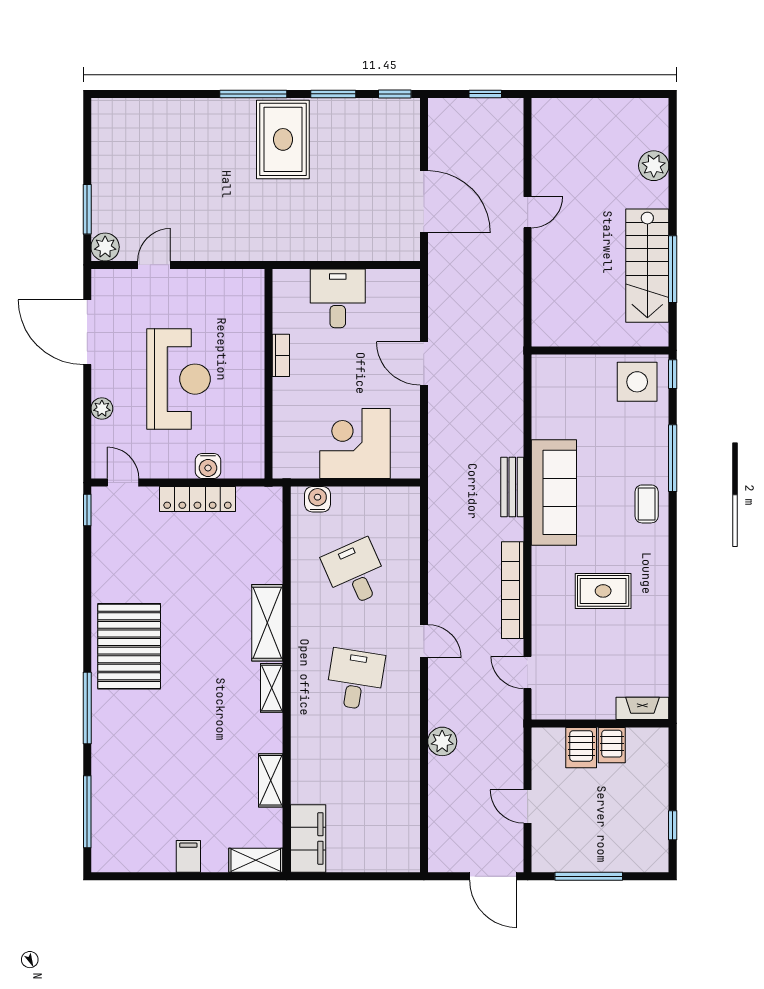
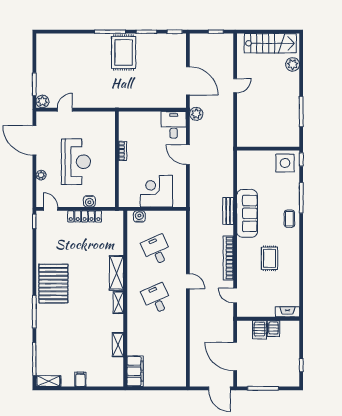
stairs: (647, 266) -> (270, 43), moved, turned -90
desk: (338, 298) -> (174, 125), moved
rug: (603, 591) -> (270, 258), turned 90
desk: (355, 679) -> (157, 299), turned -33
plant: (442, 741) -> (196, 114), moved
door: (528, 807) -> (235, 357), width x1.87
shelving: (256, 860) -> (48, 381), moved

